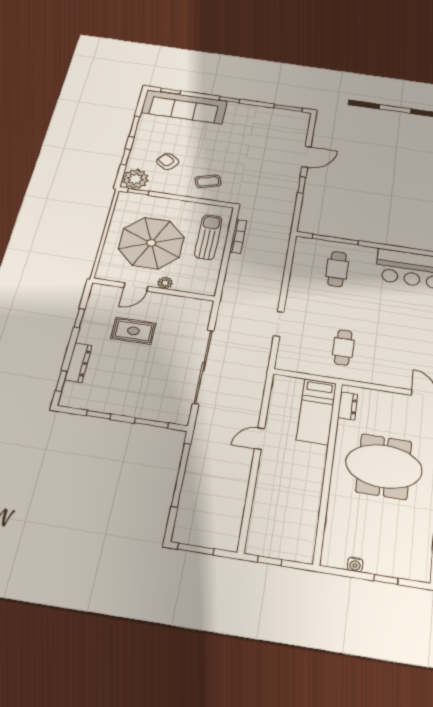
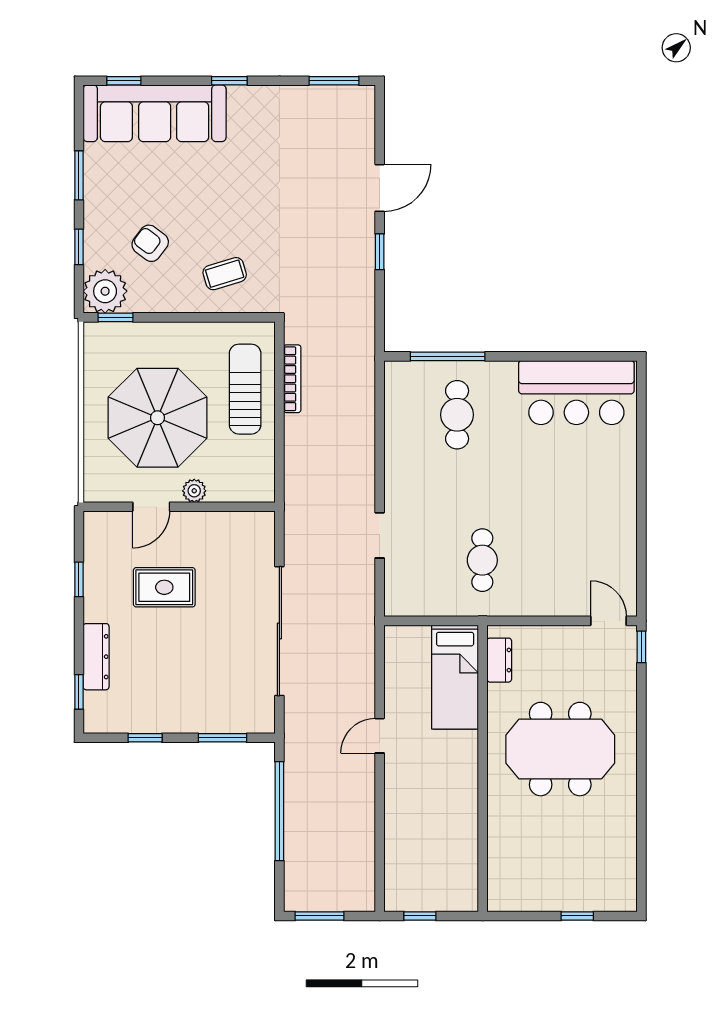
water cooler: (355, 564) -> (534, 902), removed

